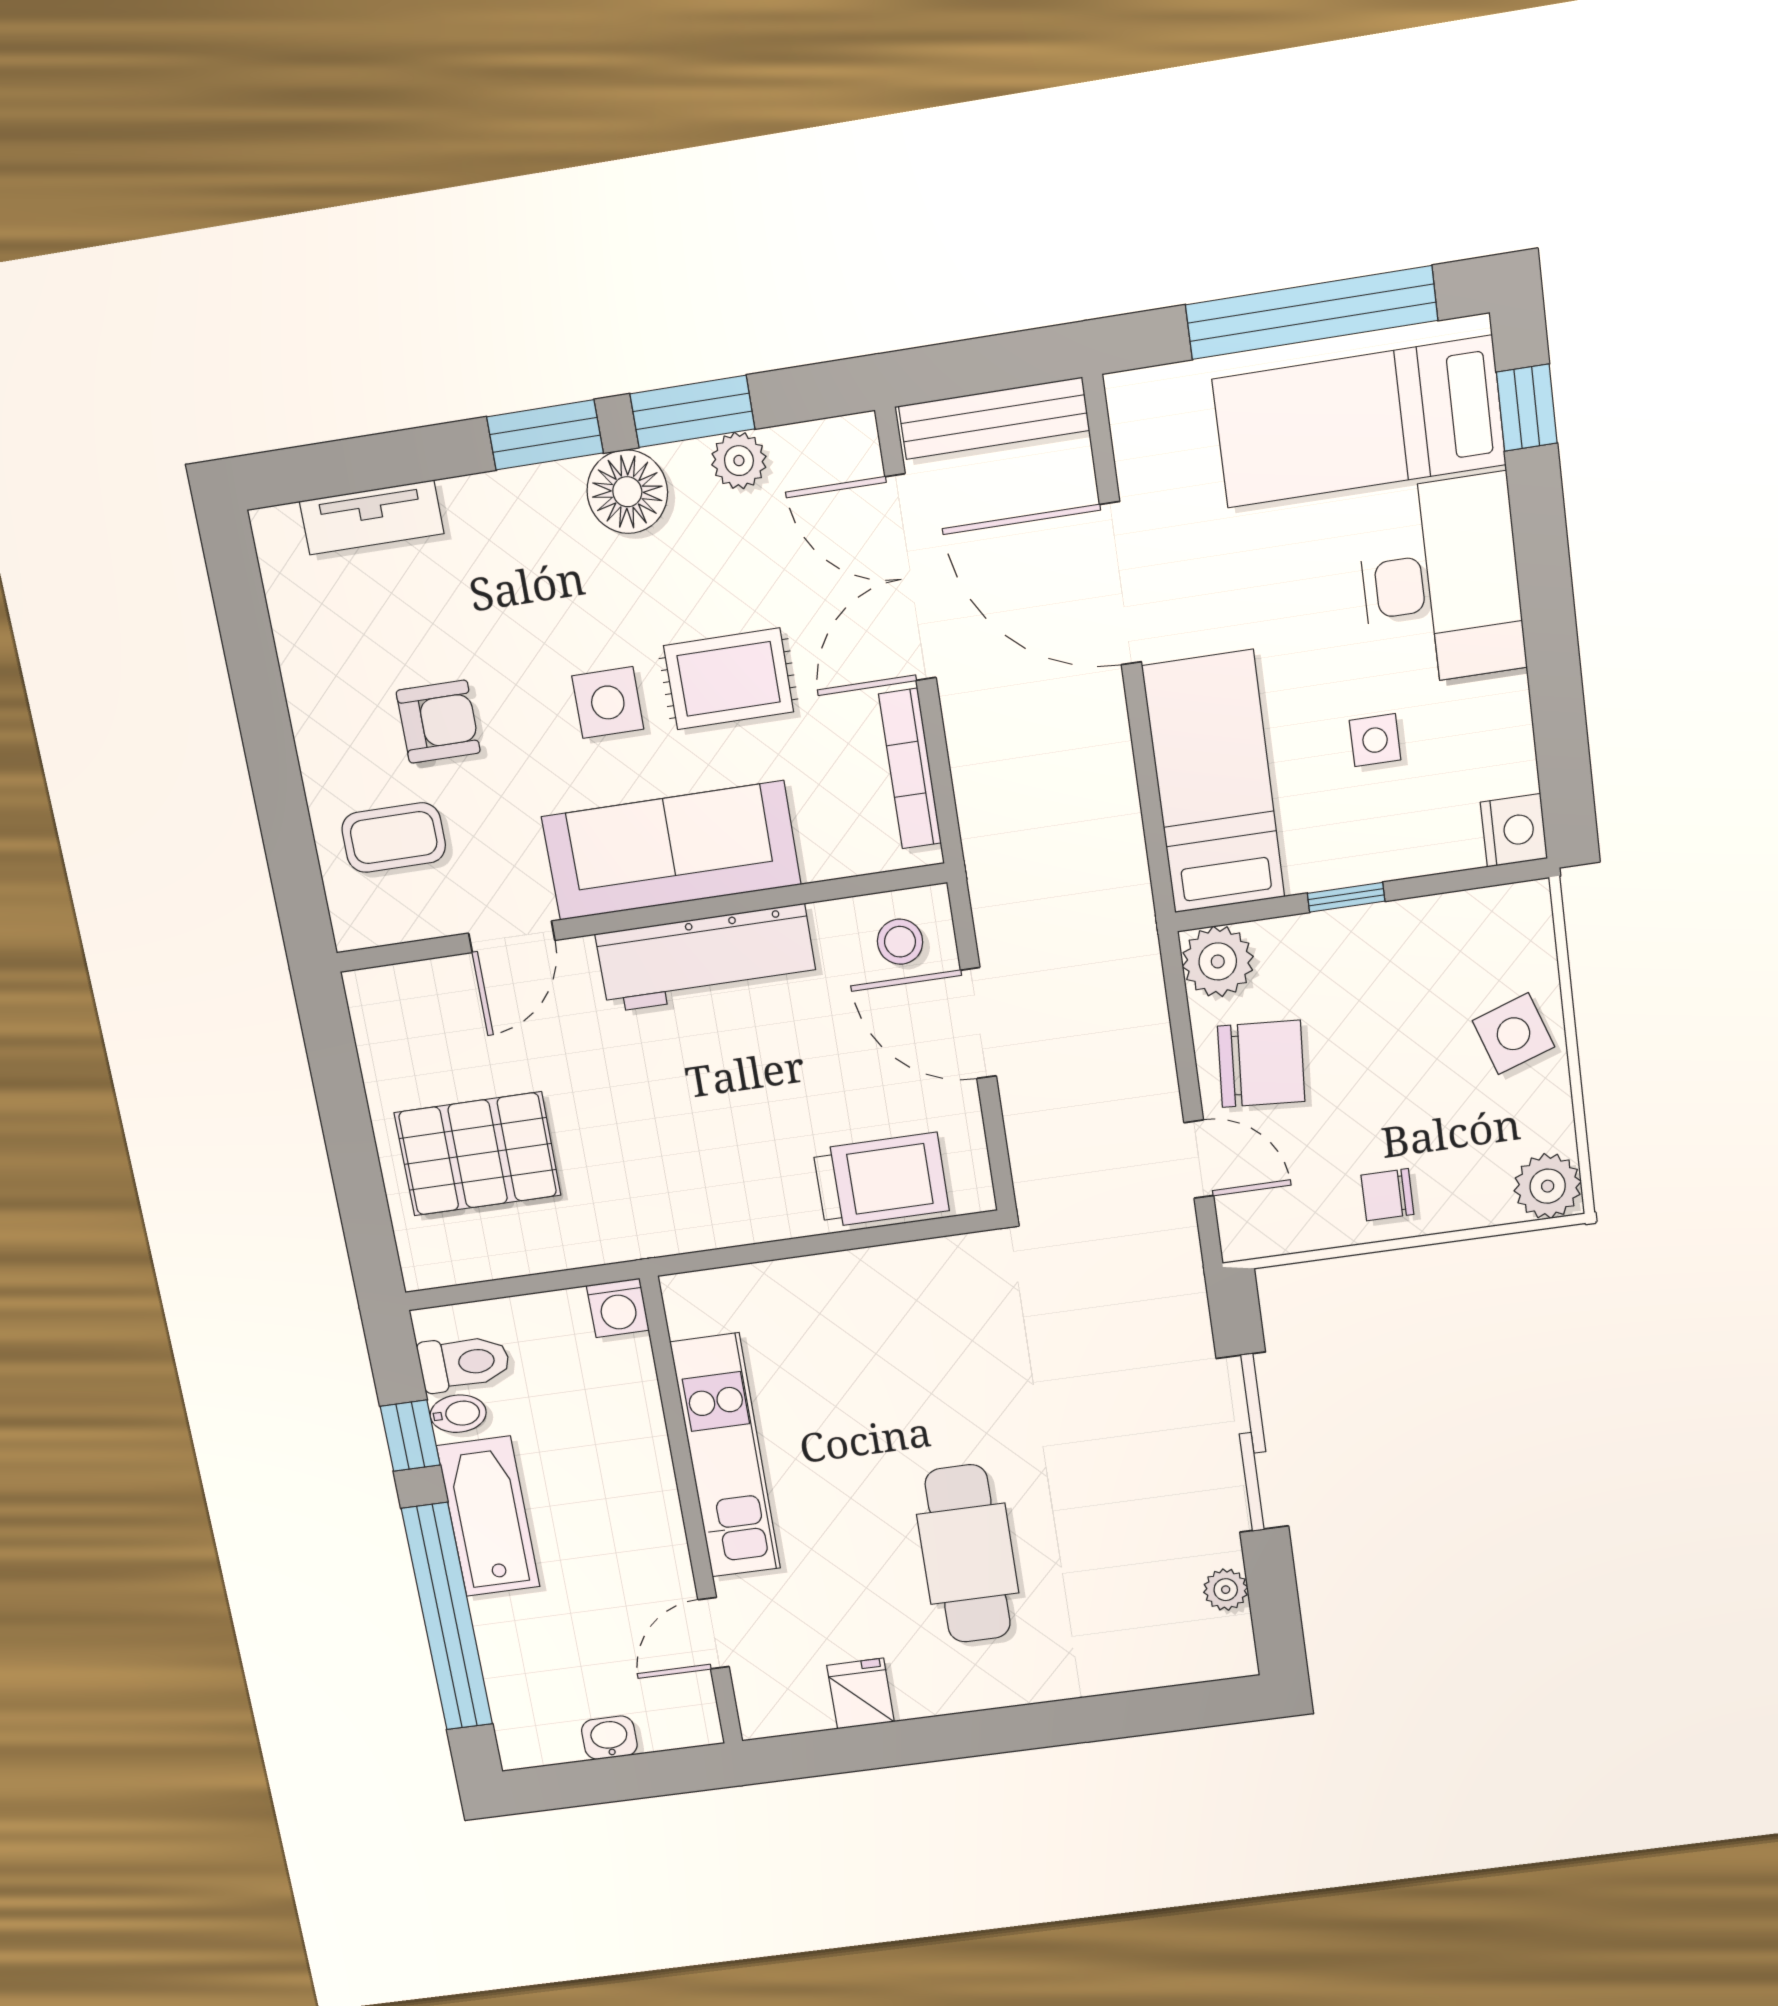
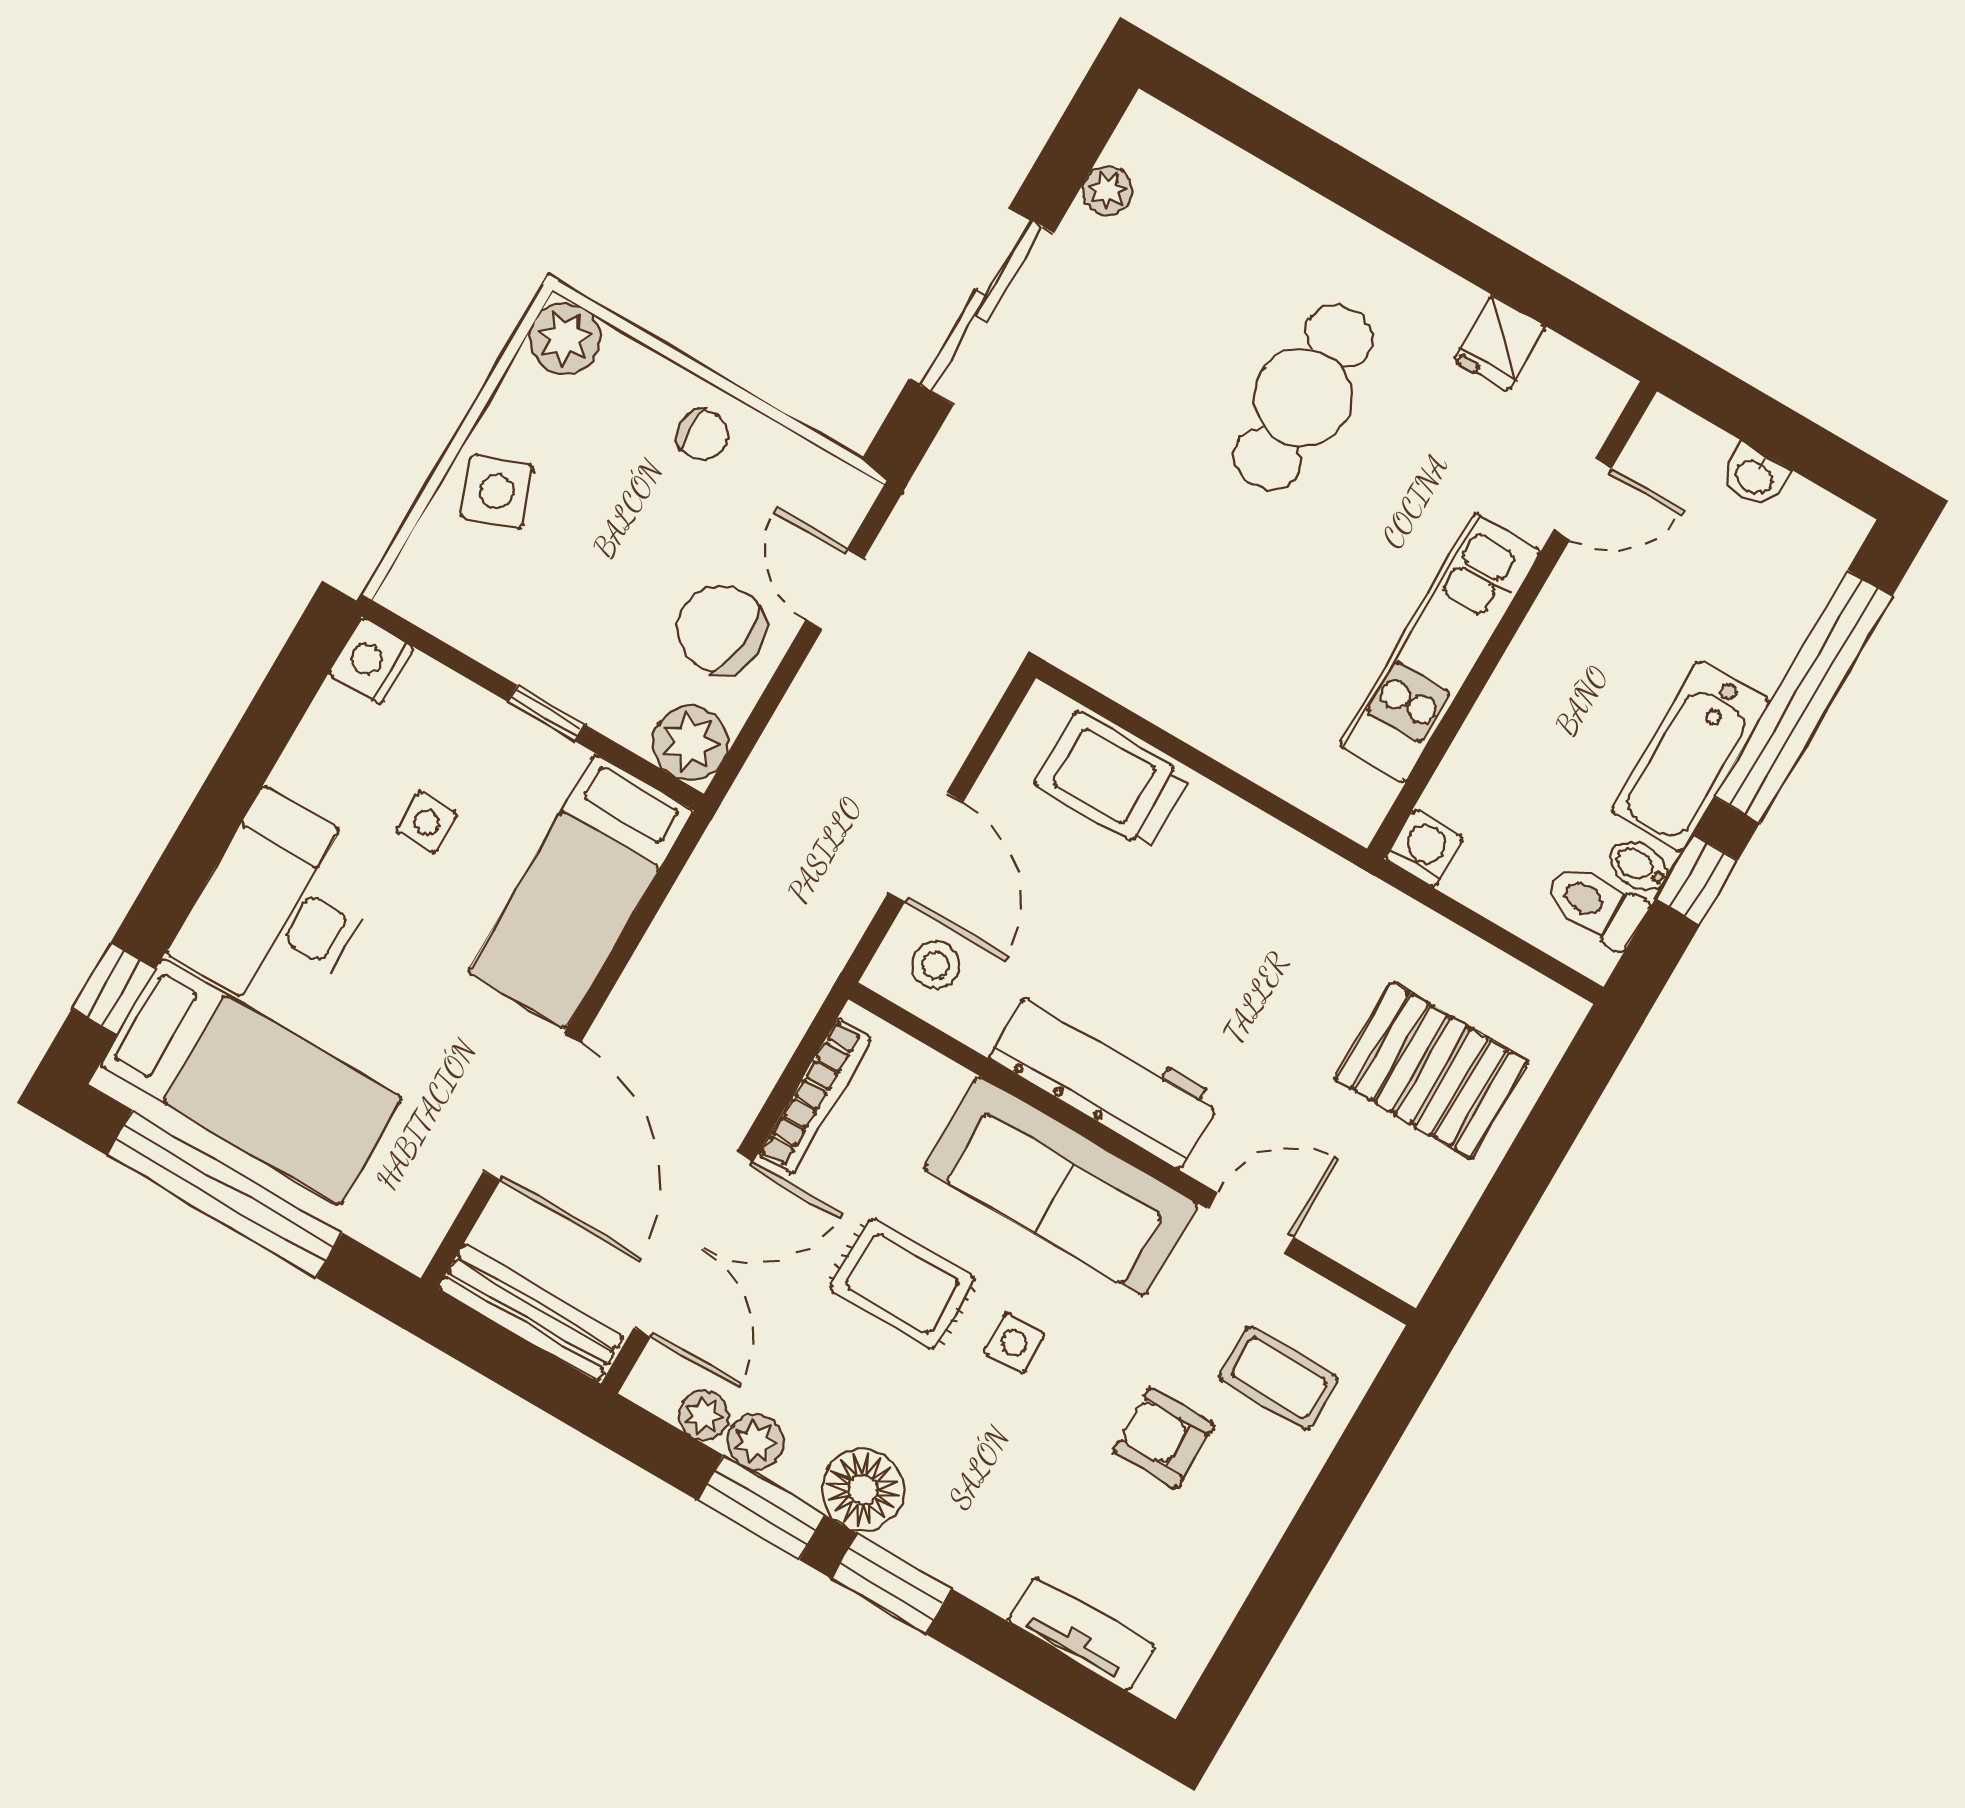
plant: (795, 448) -> (704, 1415), added
side table: (608, 702) -> (1014, 1343), width x0.73, depth x0.73

